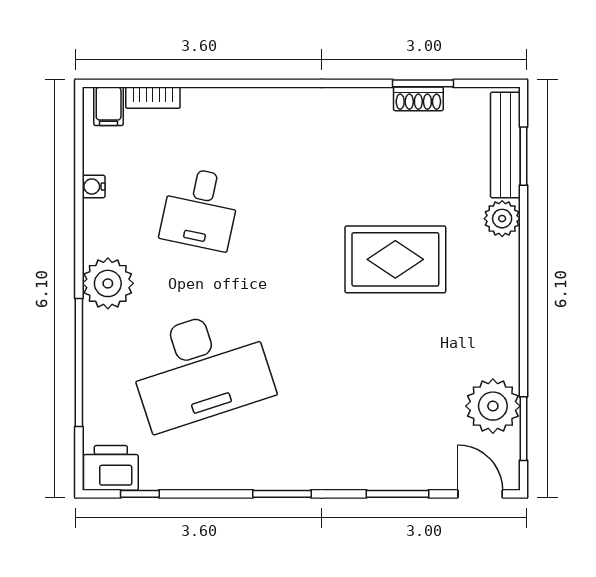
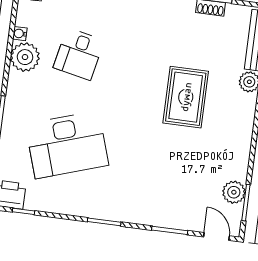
rug: (395, 259) -> (186, 97), turned 90
plant: (108, 283) -> (25, 57), moved
plant: (493, 406) -> (234, 192), width x0.73, depth x0.73

